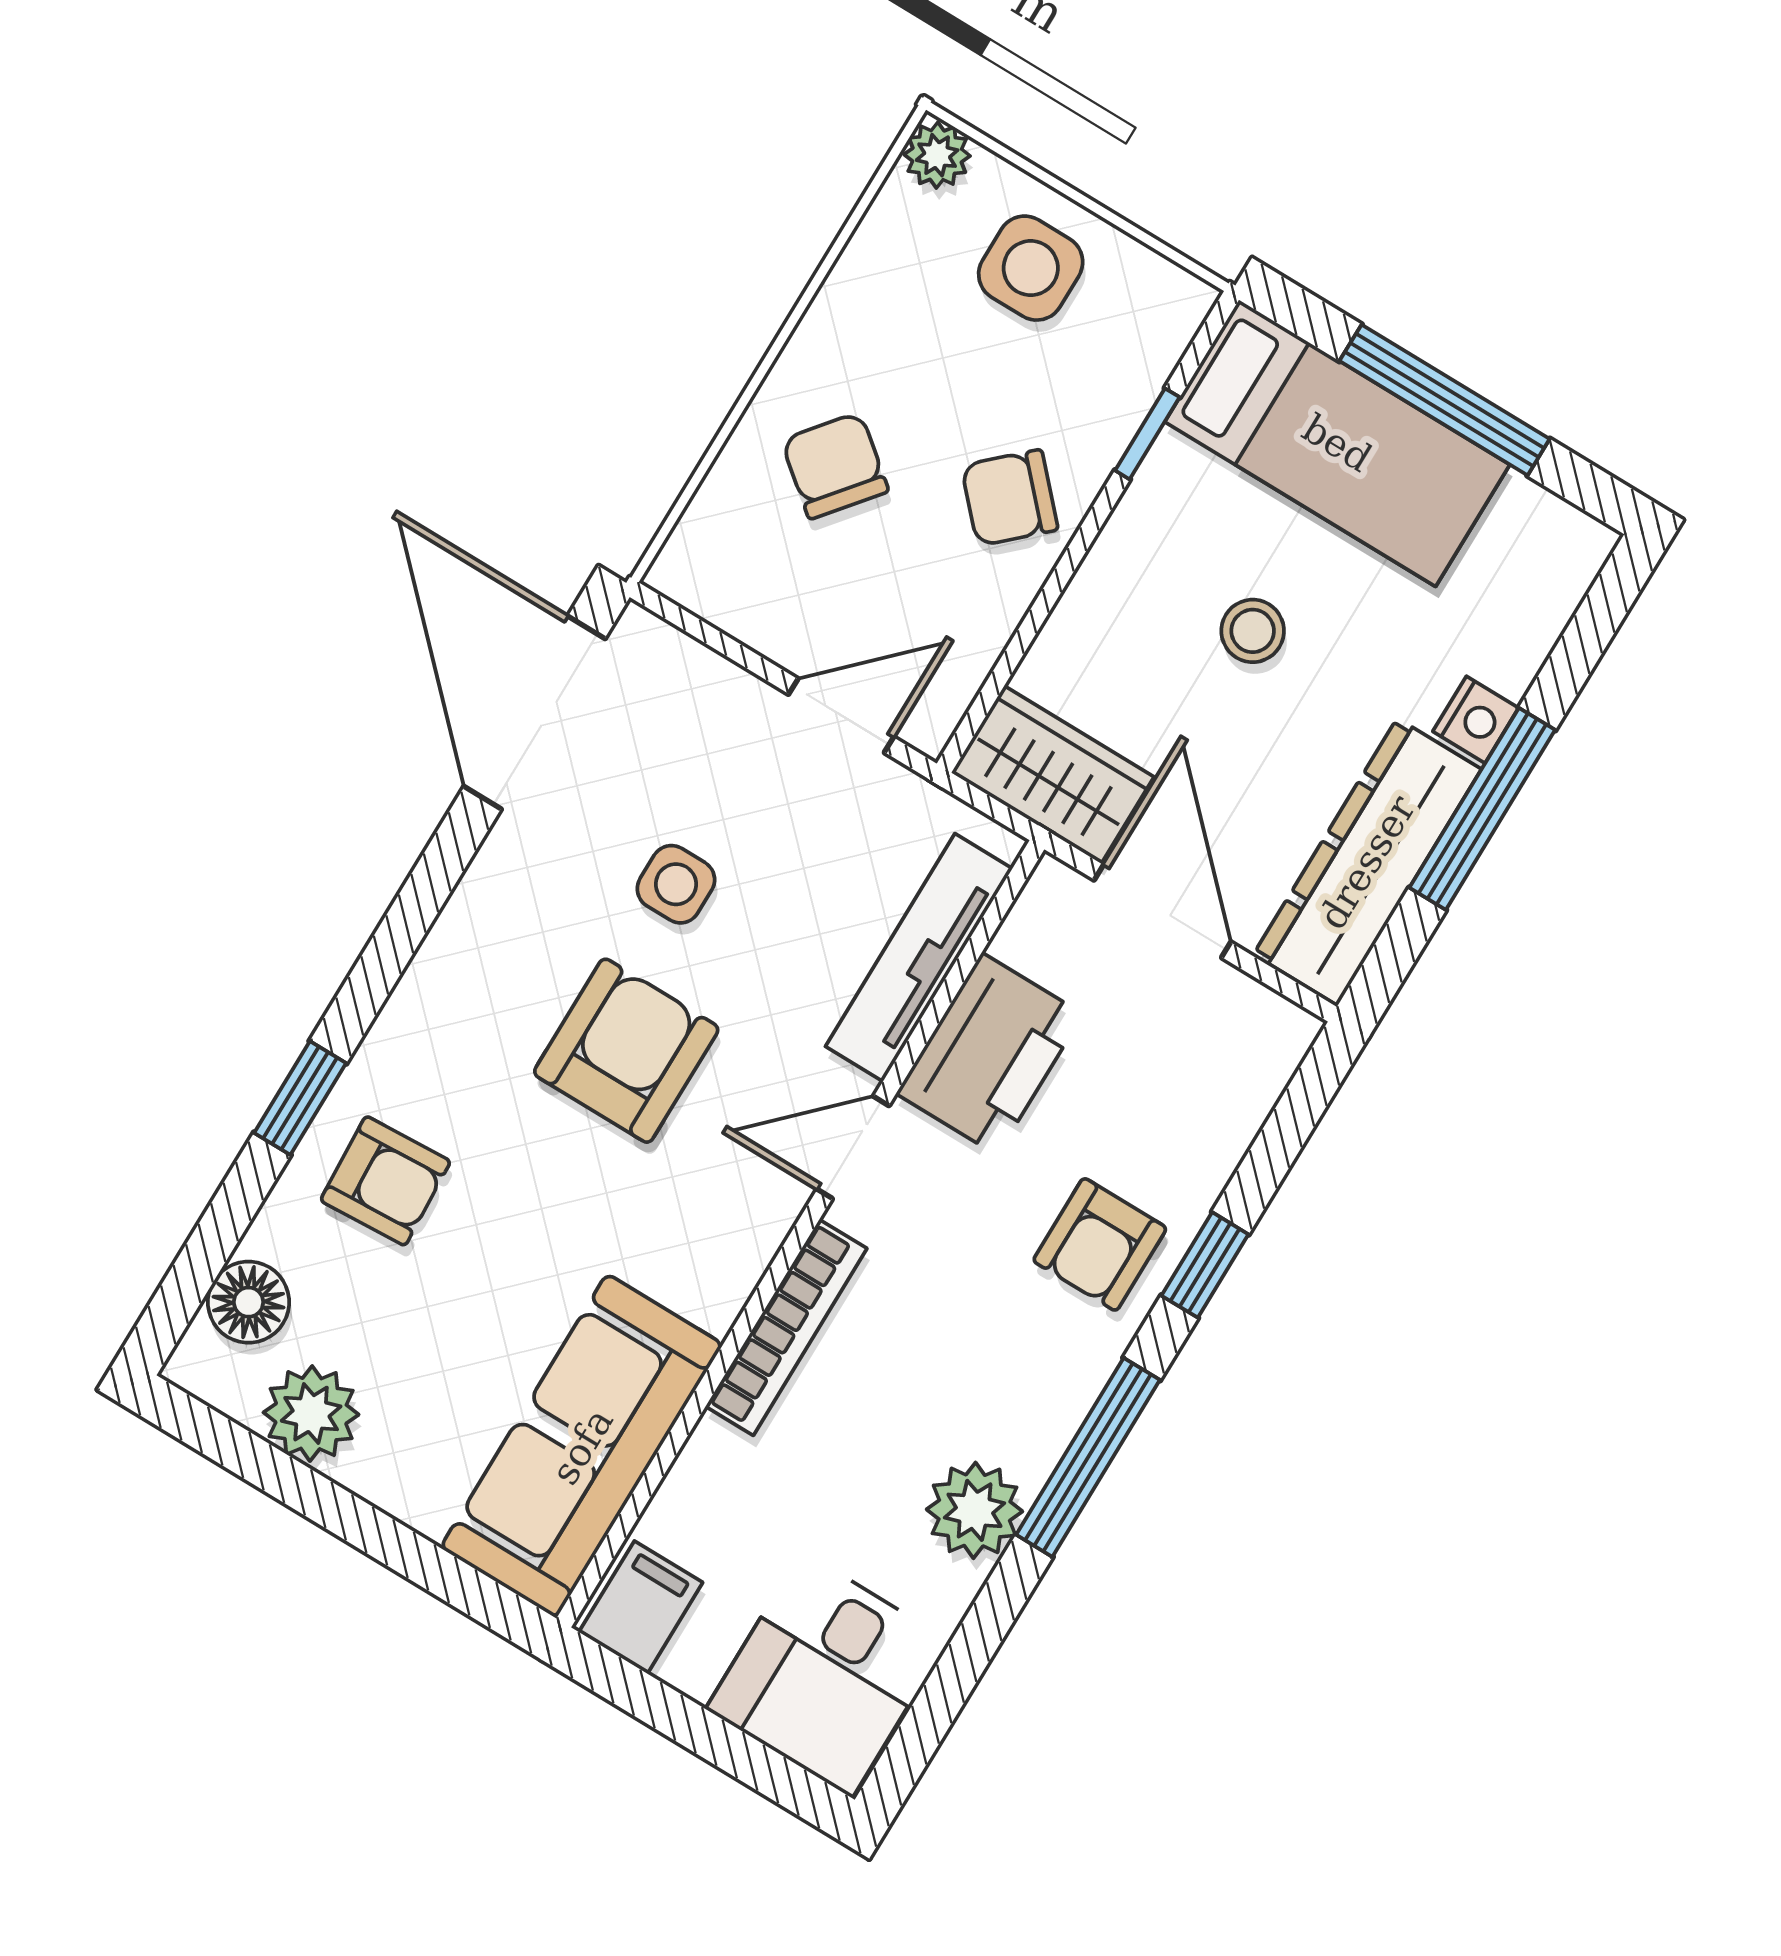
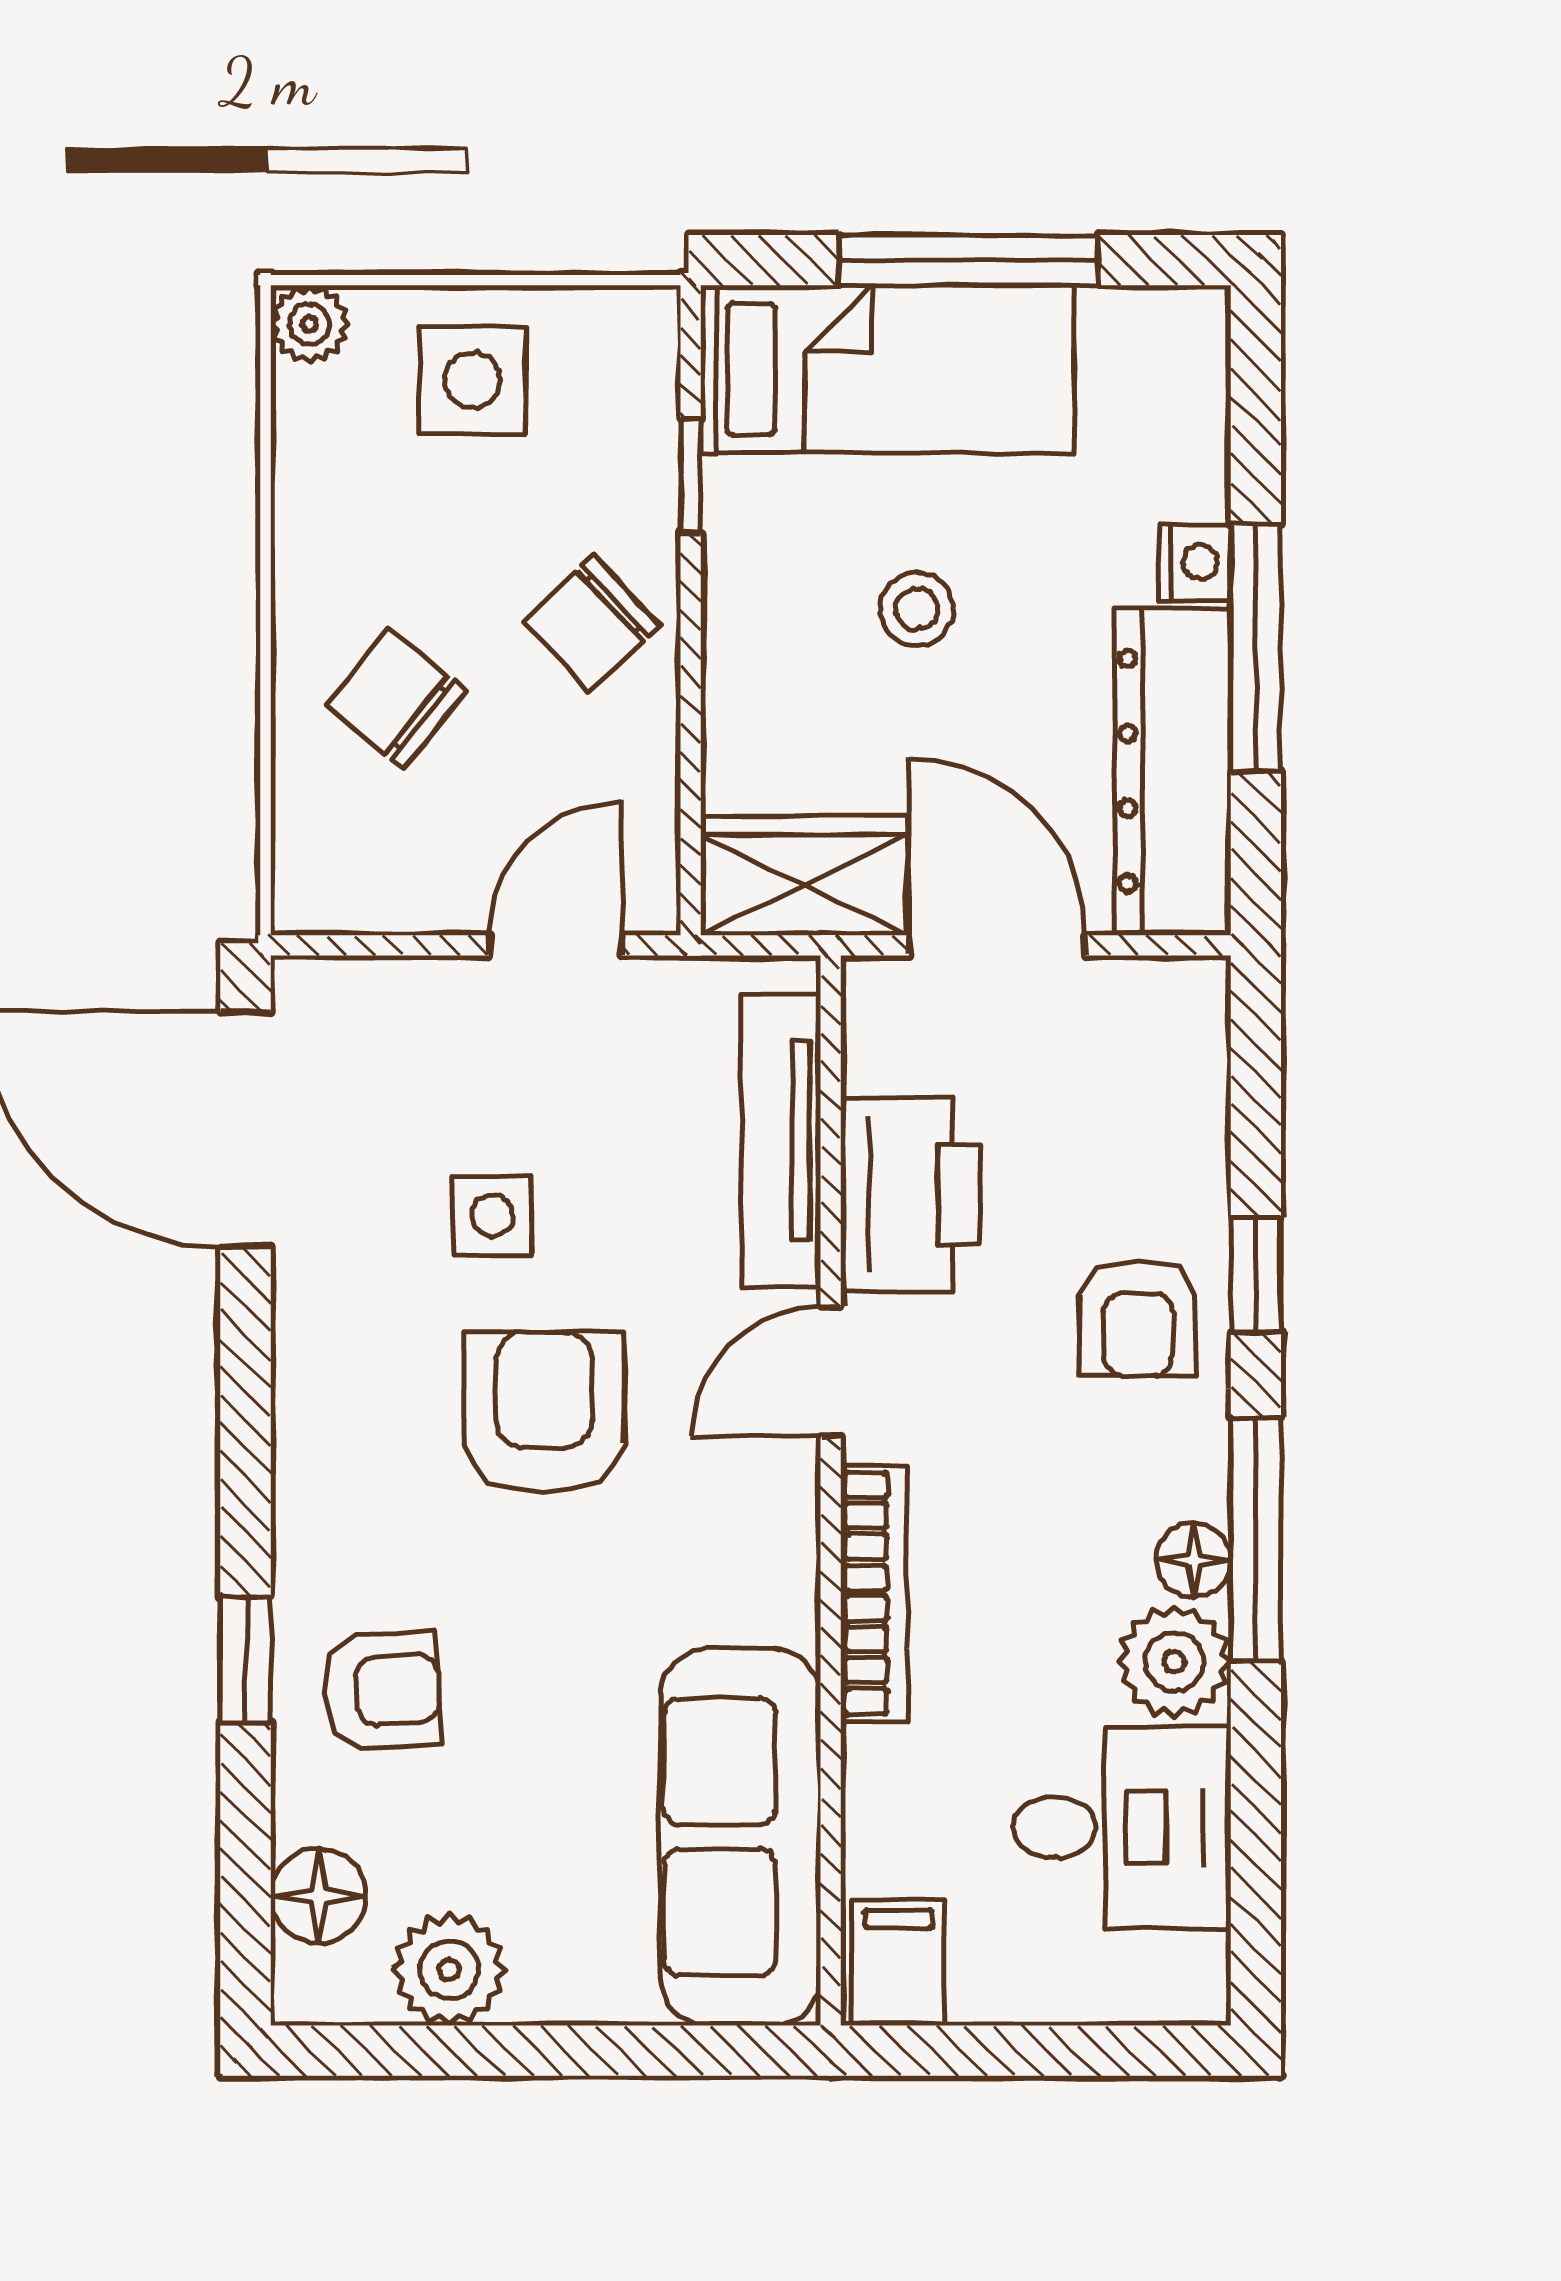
floor lamp: (1034, 1445) -> (1194, 1560), added
desk: (827, 1674) -> (1122, 1827), moved, turned -90

